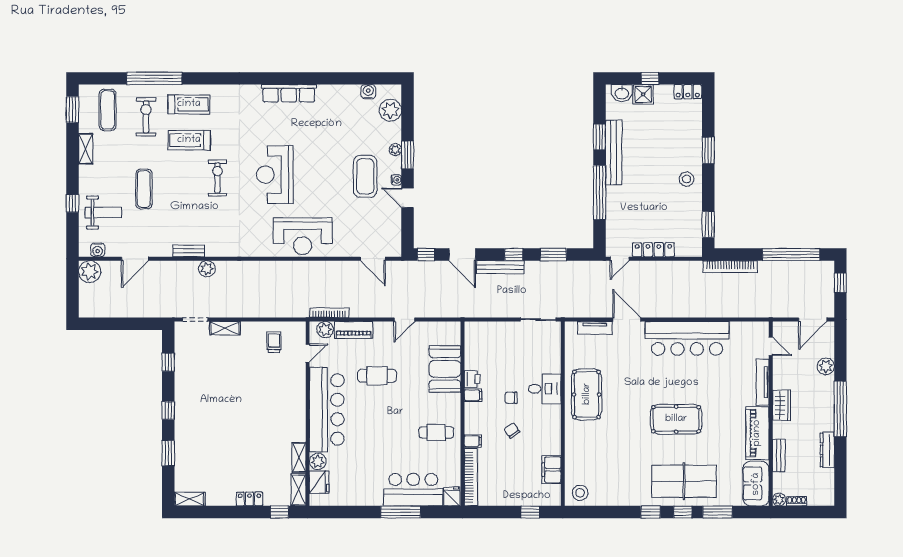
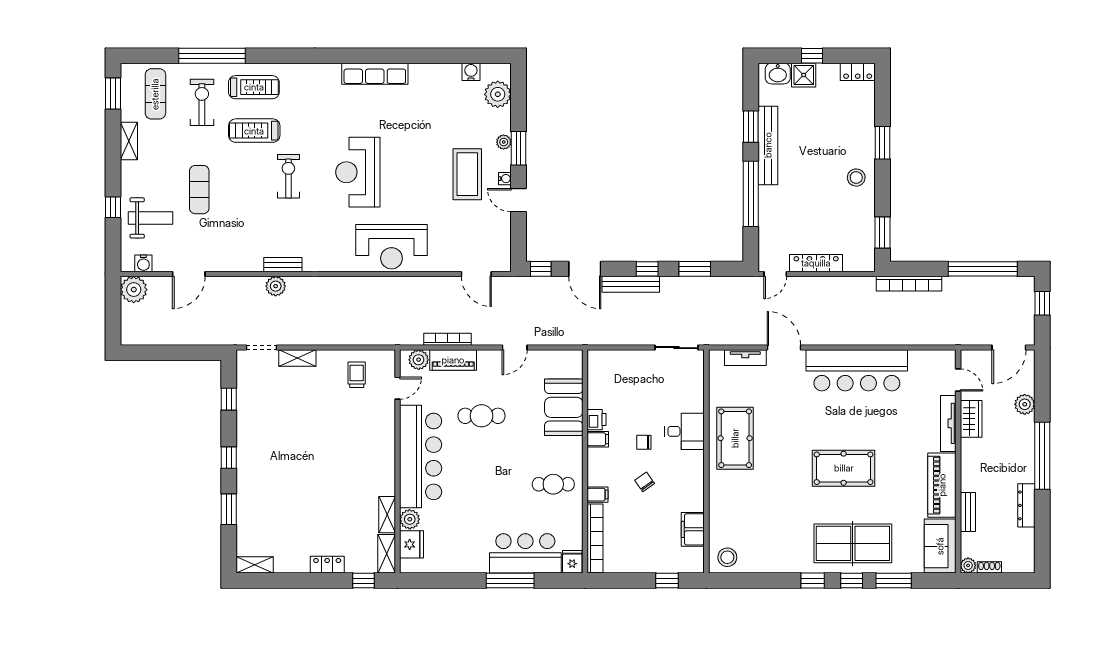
bench: (189, 251) -> (283, 265), moved
bookcase: (329, 313) -> (448, 339), moved
wardrobe: (782, 405) -> (971, 419), moved

